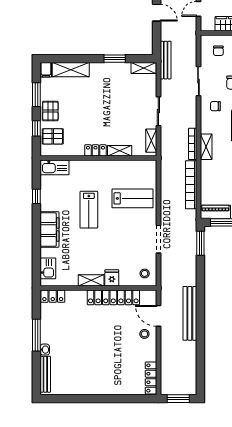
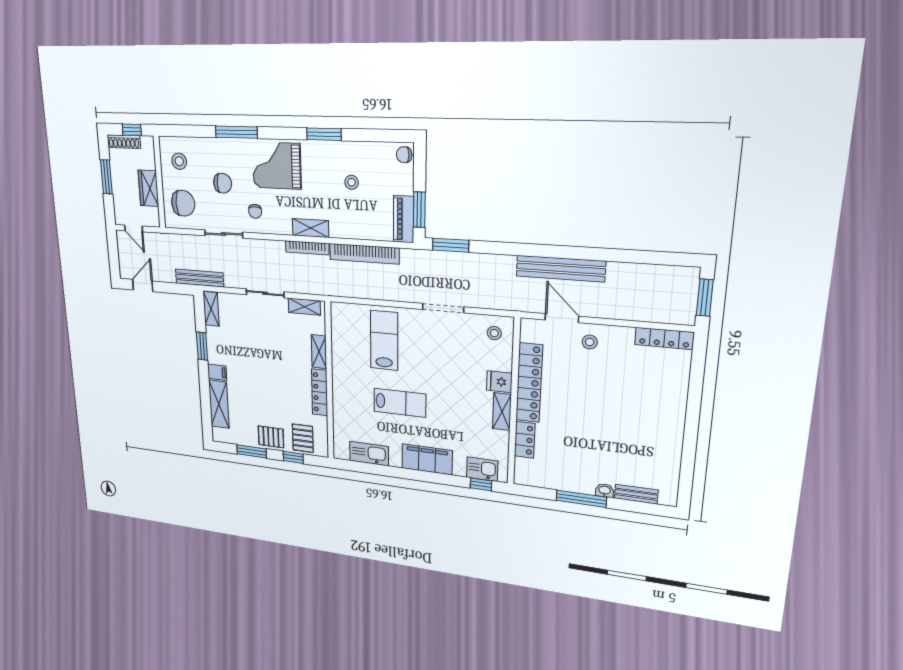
chair: (218, 51) -> (183, 203), width x1.87, depth x1.87
filing cabinet: (46, 70) -> (217, 372), moved
locker: (95, 150) -> (320, 392), width x1.53
kitchen sink: (55, 167) -> (369, 454), moved, turned -90
window: (36, 196) -> (481, 484), moved
locker: (53, 296) -> (525, 440), moved
door: (158, 316) -> (562, 318), swing flipped
bench: (45, 374) -> (636, 494), width x0.73

